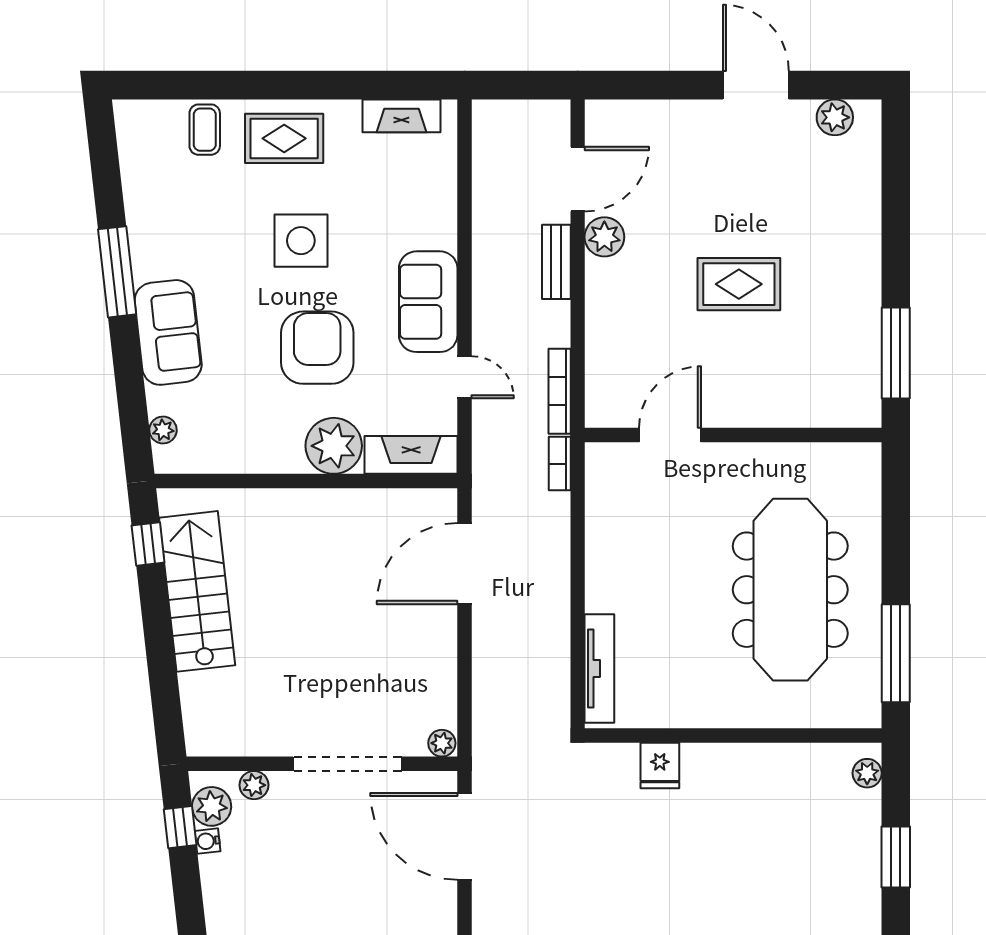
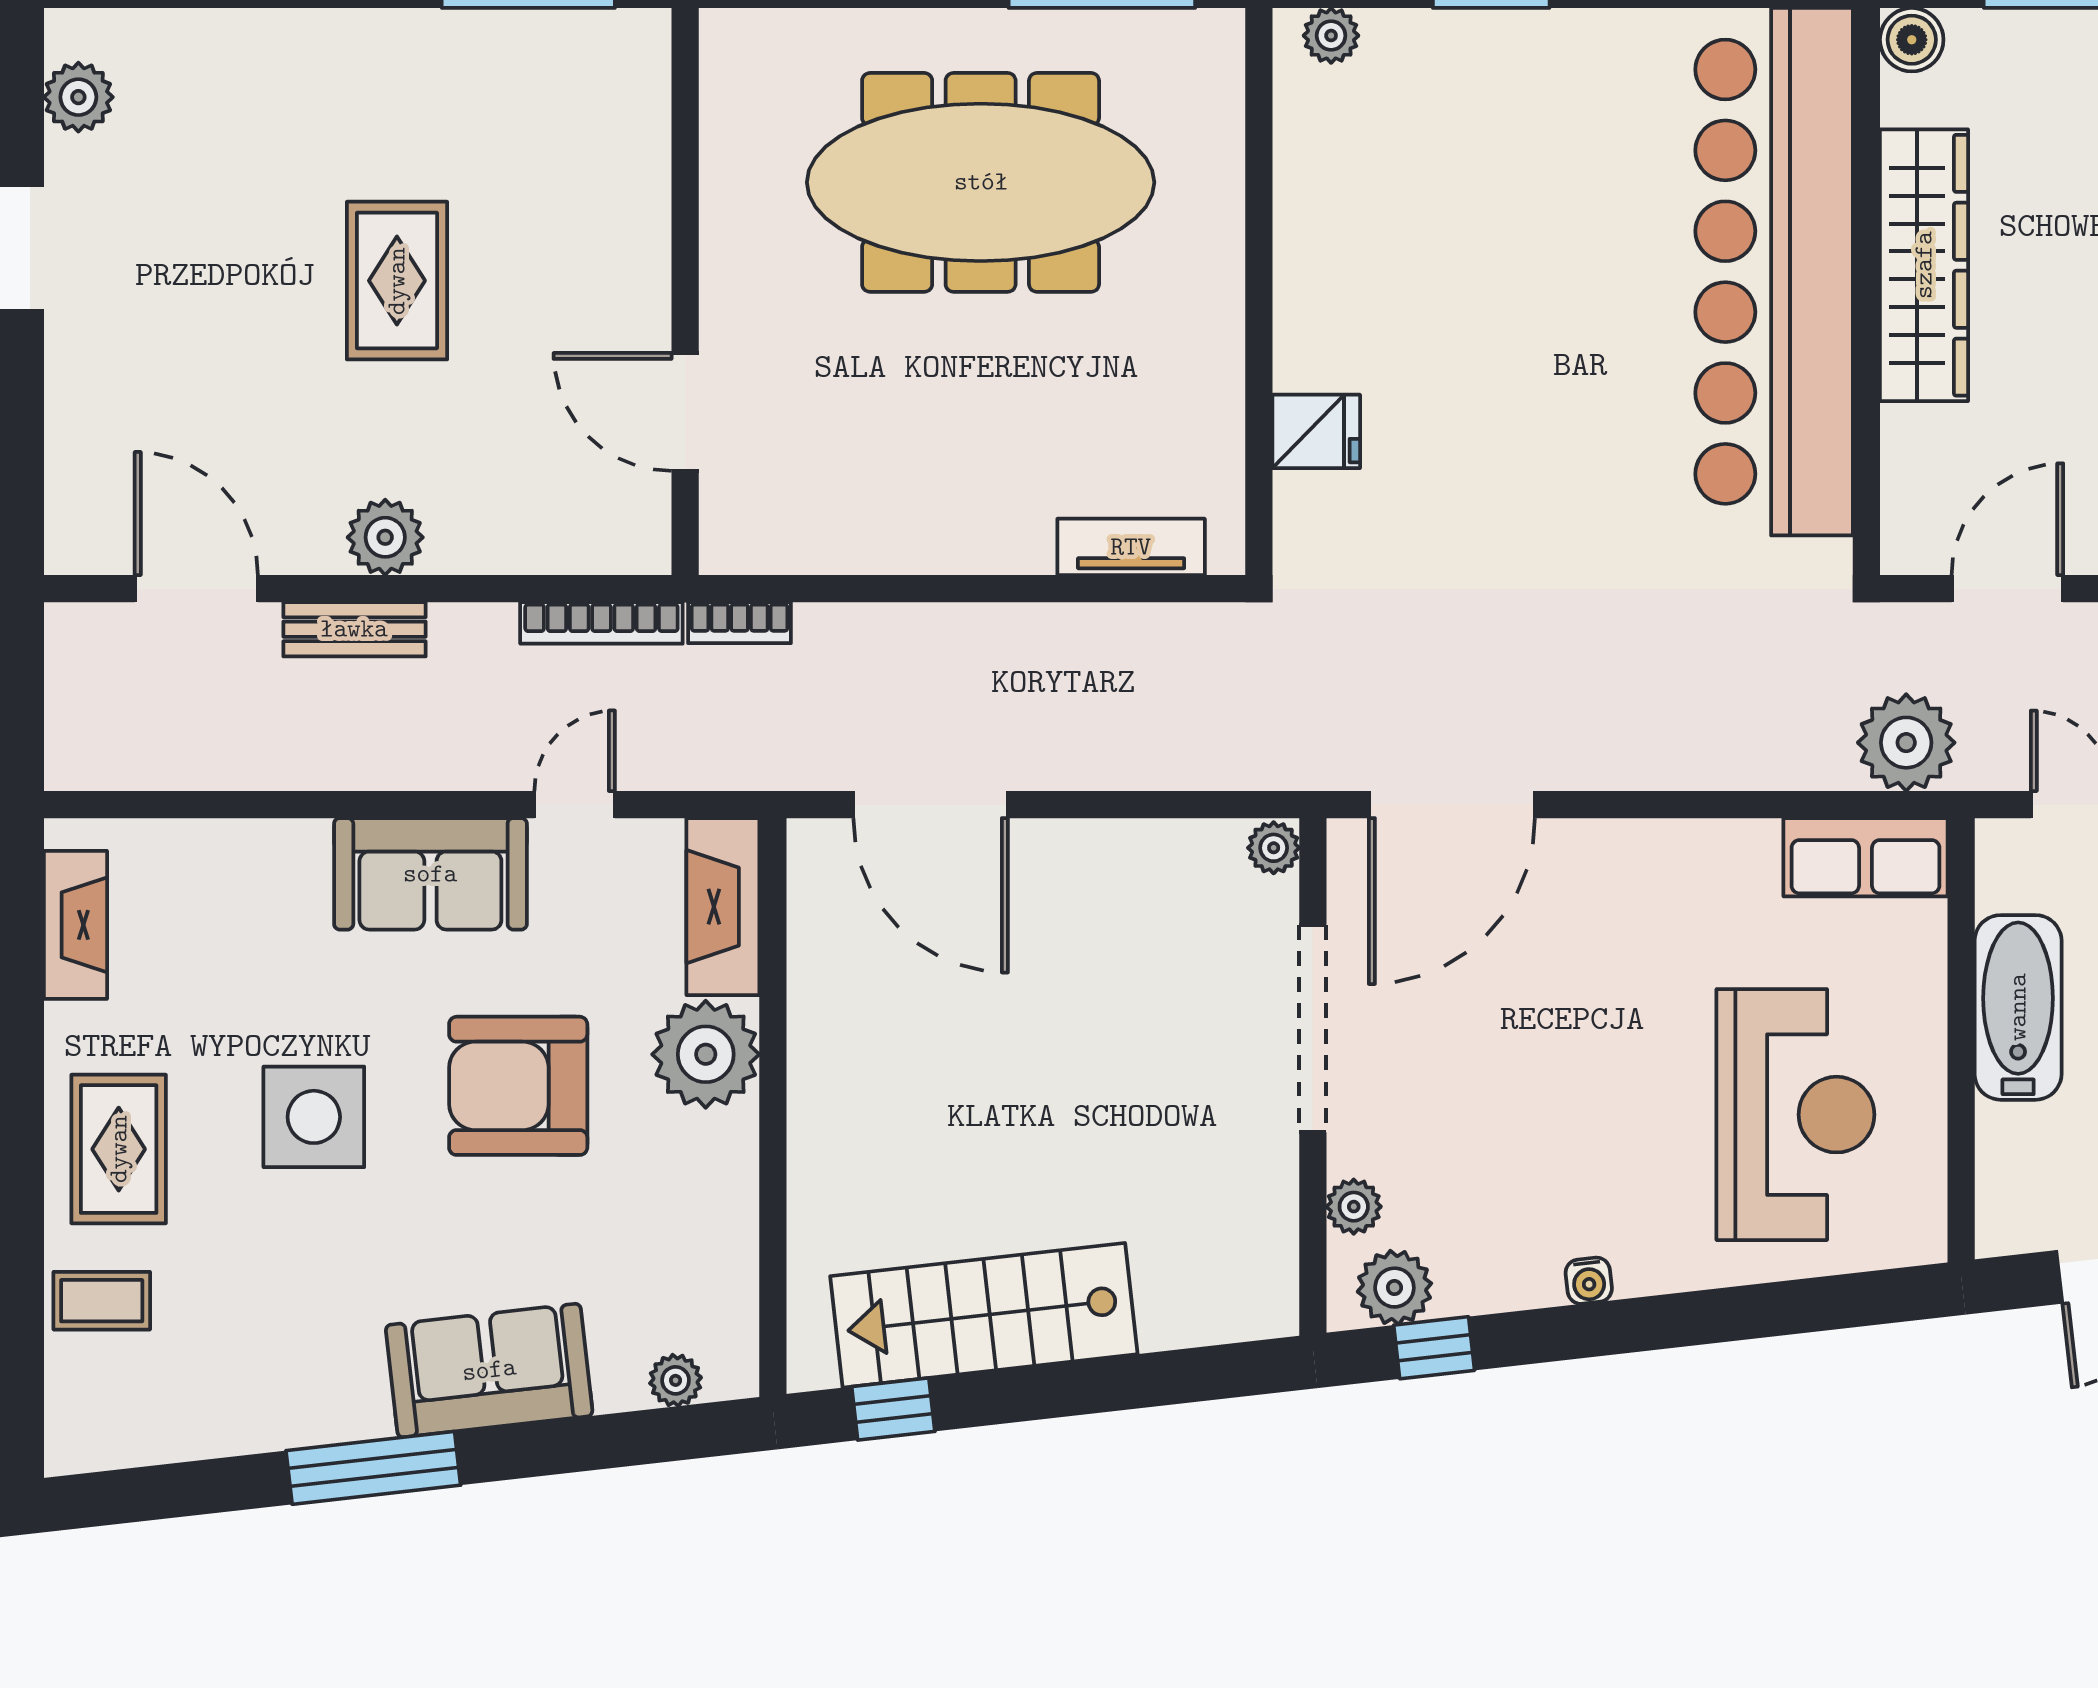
plant: (604, 237) -> (385, 537), moved
tv unit: (599, 669) -> (1131, 547), width x0.71
water cooler: (208, 841) -> (1589, 1281), moved

